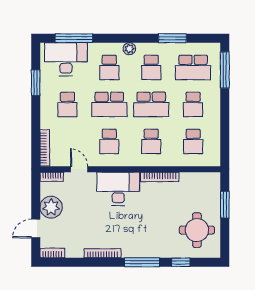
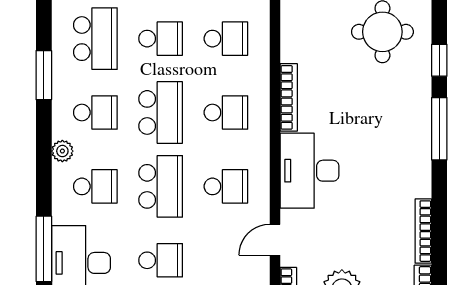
bookcase: (103, 253) -> (423, 231), moved

